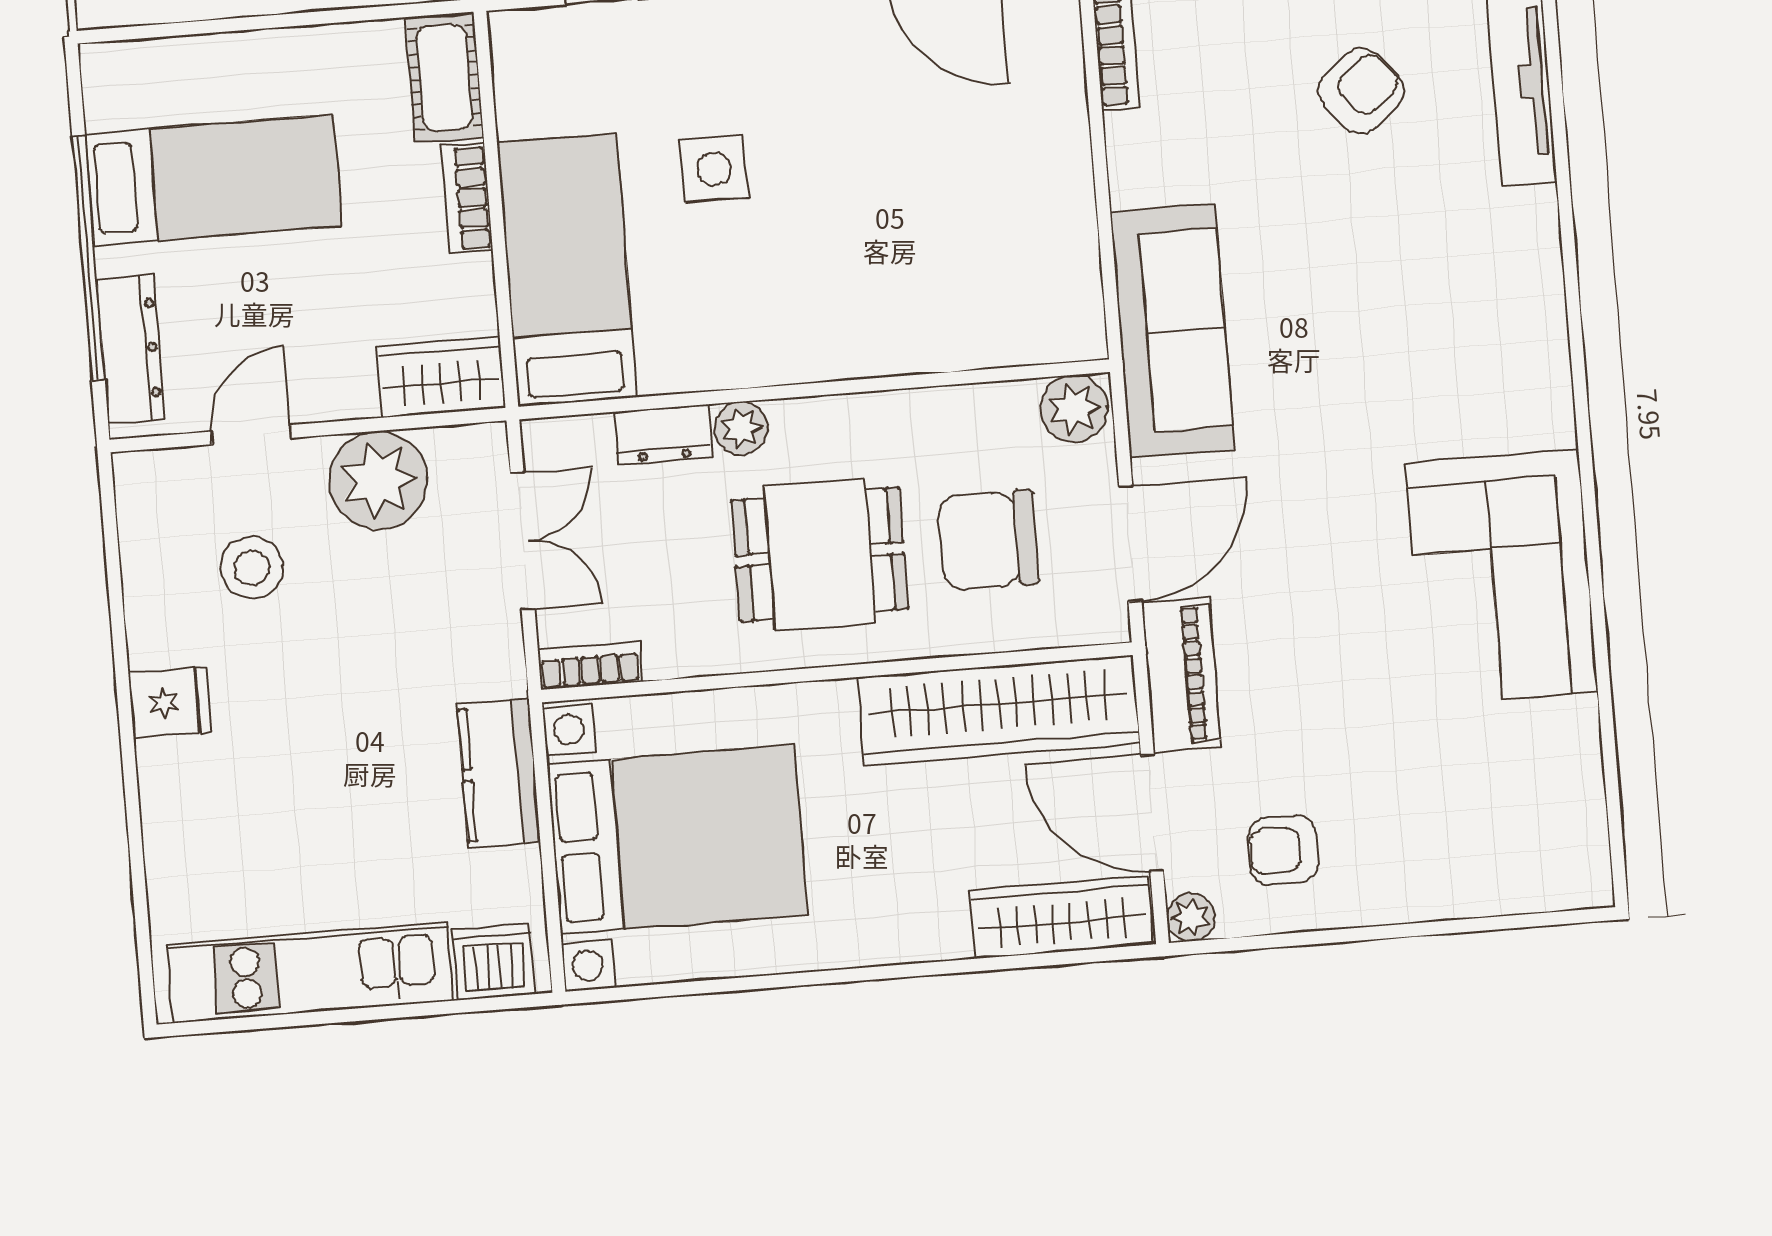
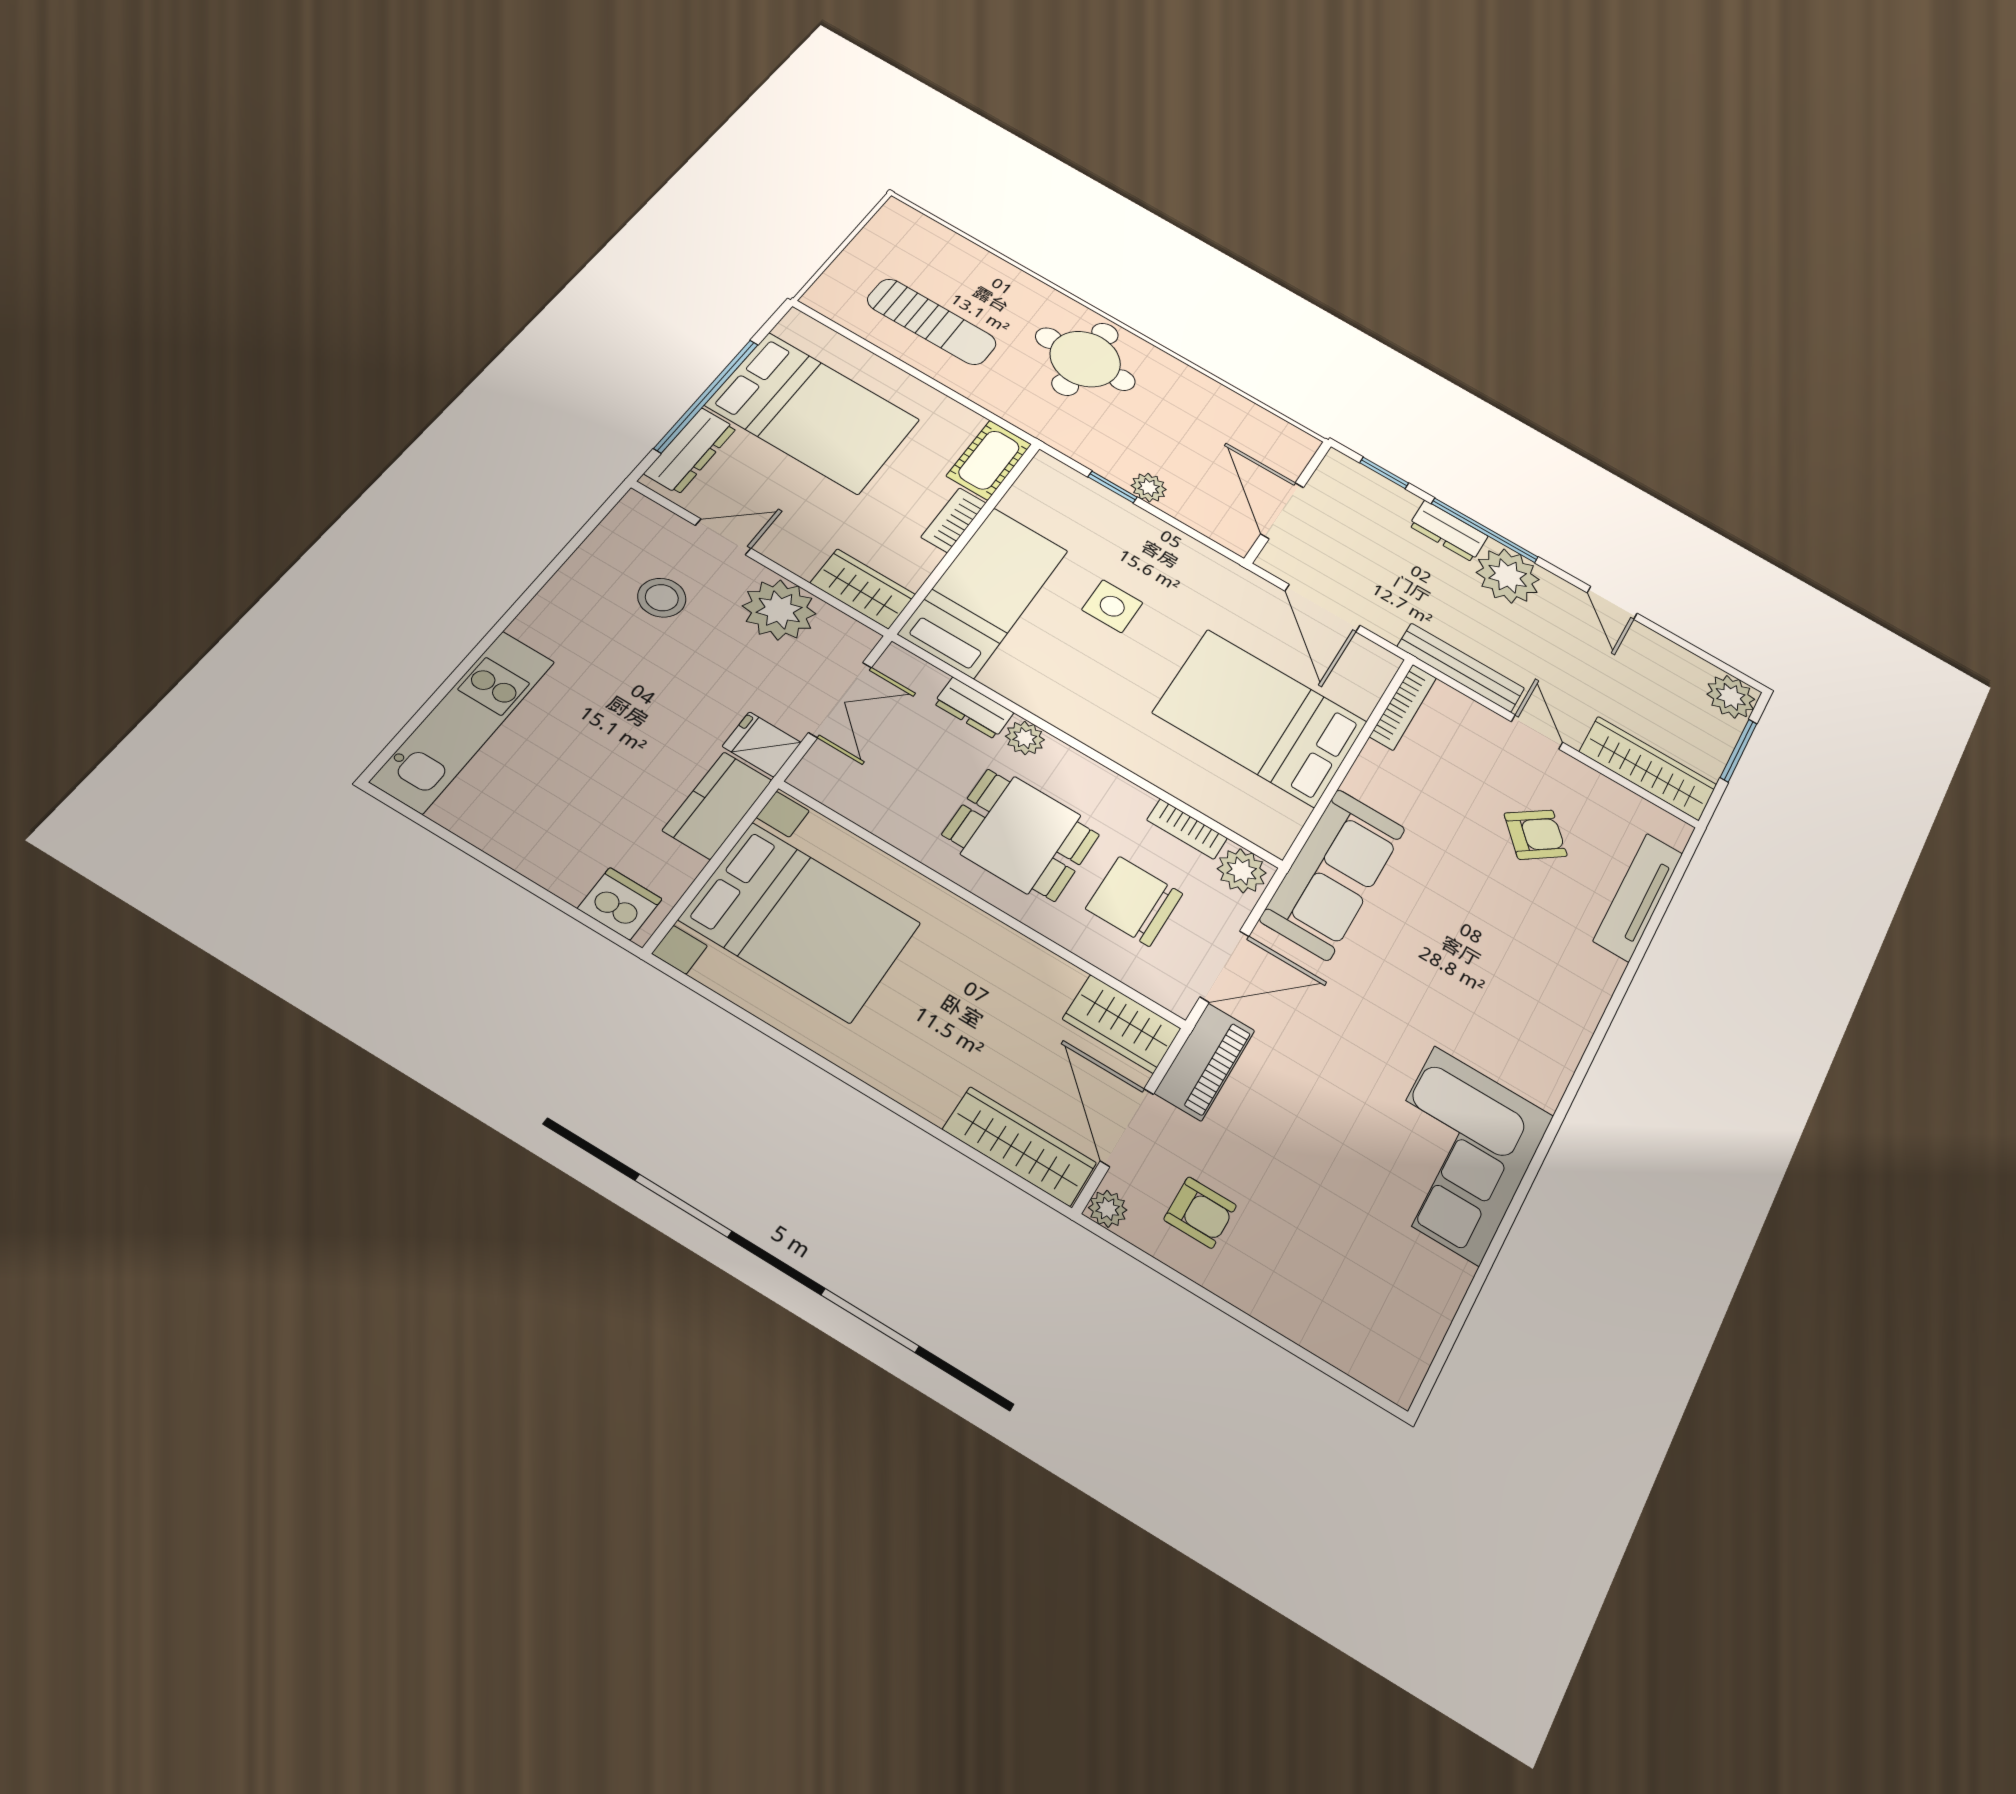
bed: (213, 180) -> (813, 413), width x1.50
bed: (969, 185) -> (1260, 717), added
bookcase: (590, 665) -> (1187, 829), moved, turned 180
fridge: (170, 702) -> (762, 744), moved, turned 180
wardrobe: (999, 711) -> (1122, 1024), width x0.48, depth x0.85
armchair: (1283, 850) -> (1200, 1212), turned 180
kitchen unit: (310, 973) -> (463, 721), moved, turned 90

